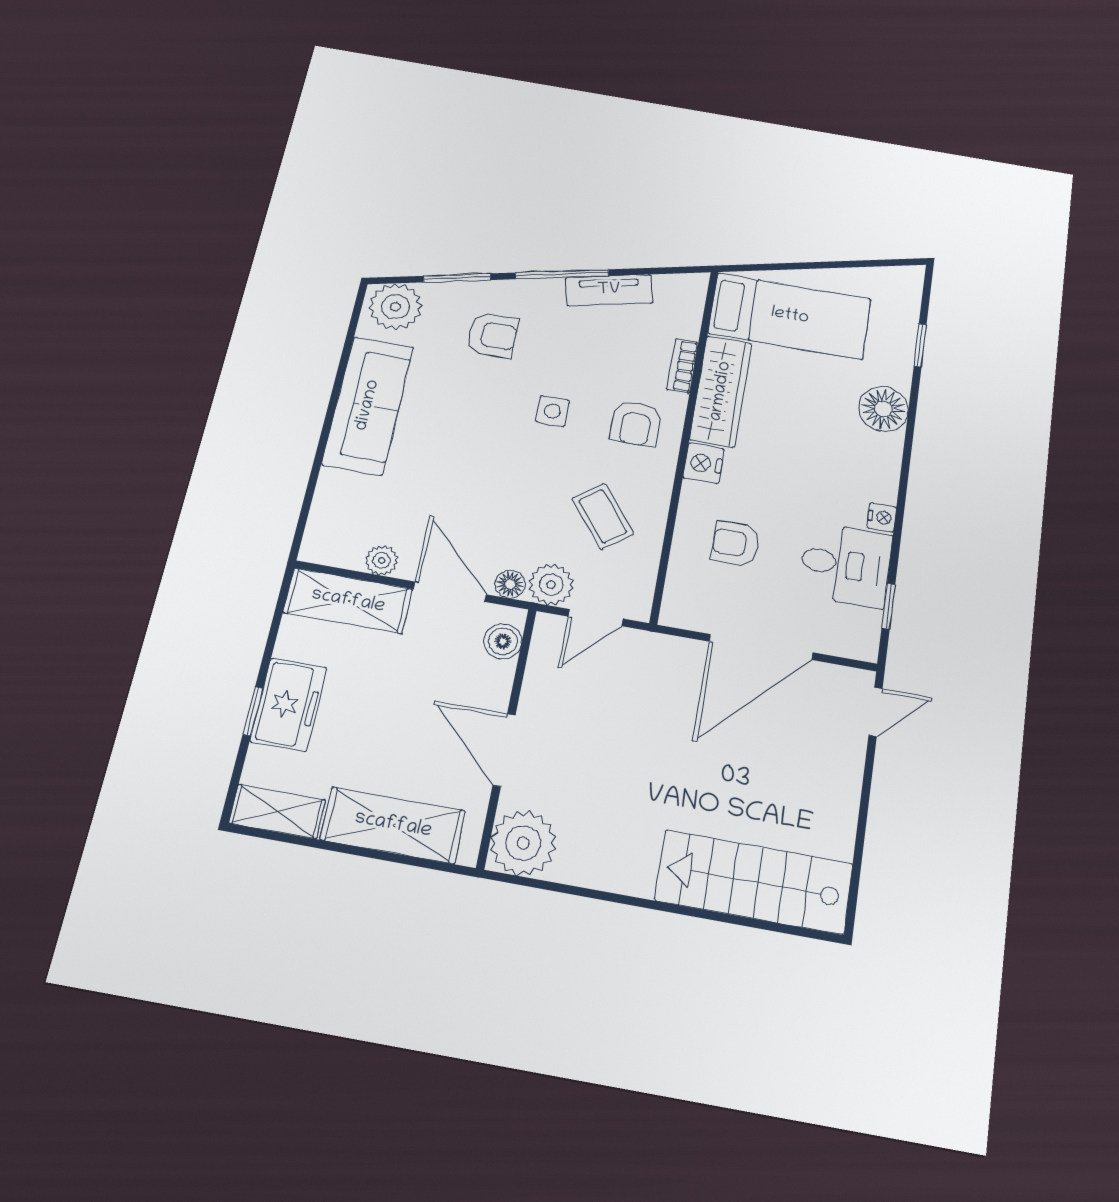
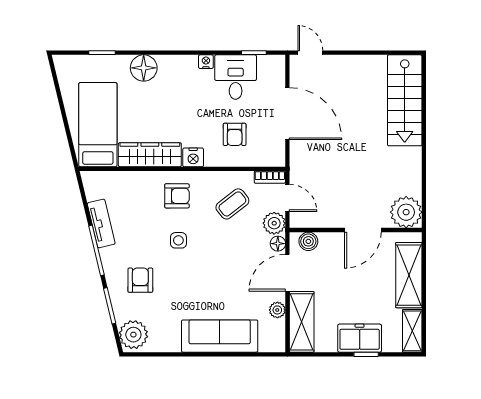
bookcase: (682, 366) -> (270, 177), moved
sofa: (368, 405) -> (220, 336), moved

